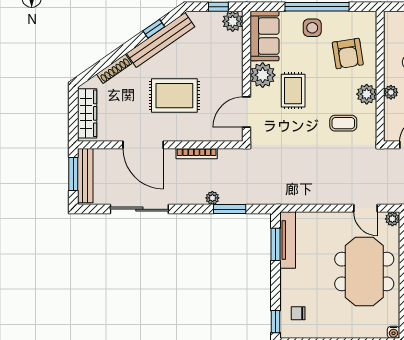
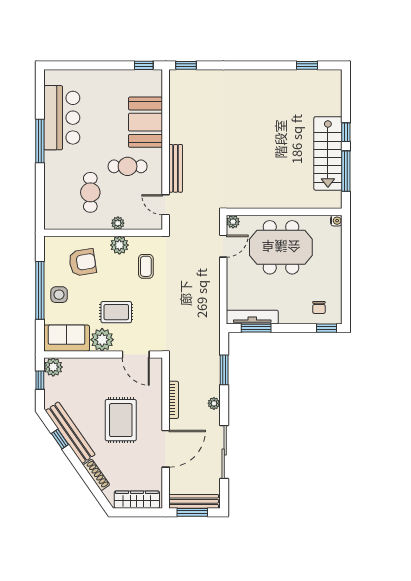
plant: (212, 198) -> (214, 403), moved

